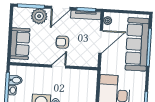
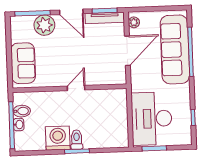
door: (61, 8) -> (71, 12), hinge flipped
armchair: (62, 42) -> (78, 56), removed

